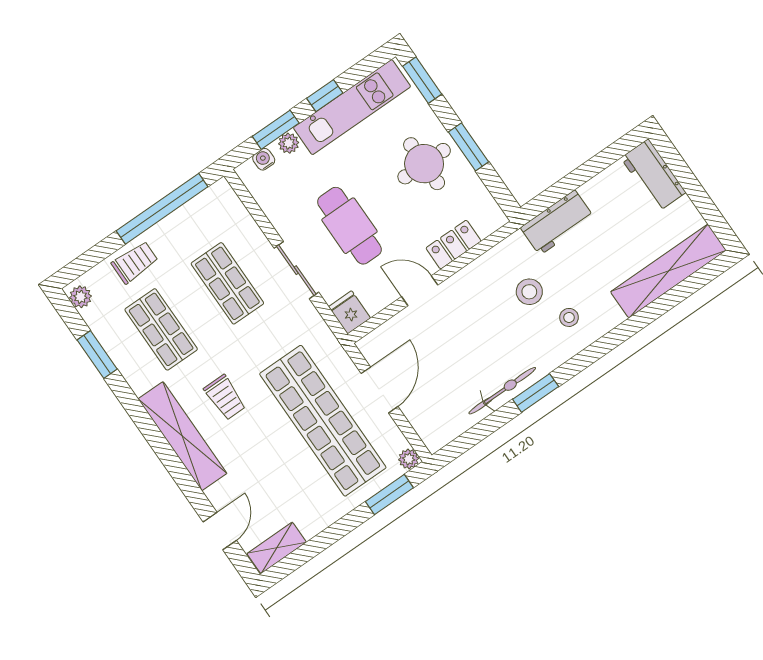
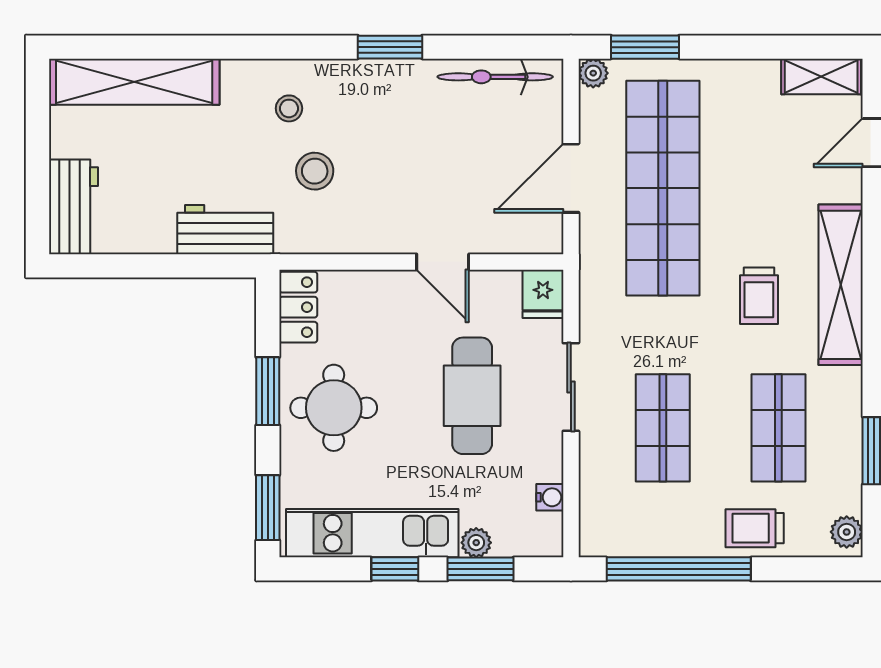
water cooler: (264, 159) -> (550, 497), moved, turned -90
locker: (453, 245) -> (298, 307), moved, turned -90
bicycle: (502, 391) -> (495, 77), moved
trolley: (225, 397) -> (759, 296), turned 180

